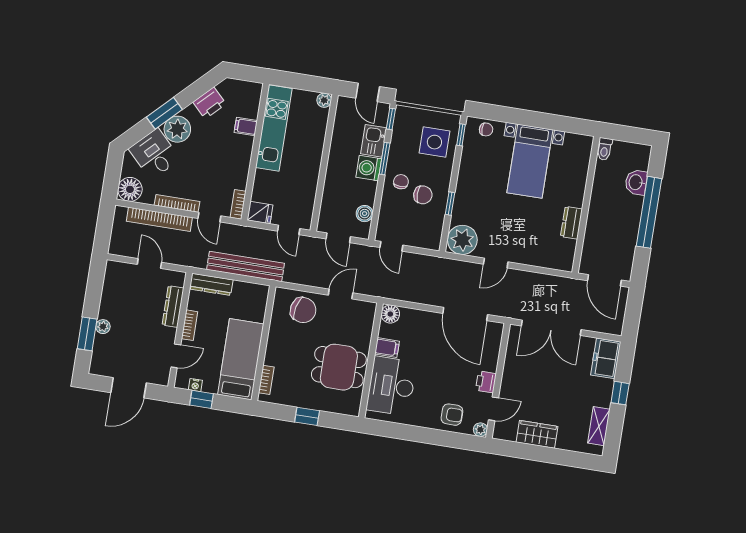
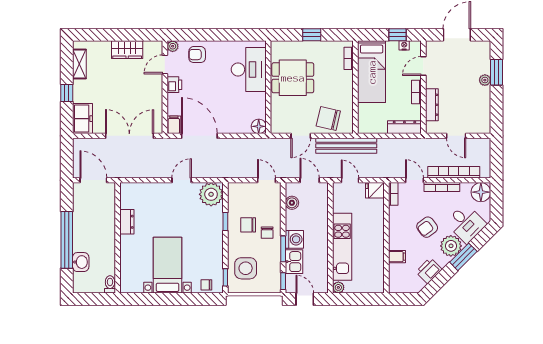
kitchen unit: (274, 128) -> (342, 247), moved, turned 180
armchair: (203, 157) -> (427, 227), added
bench: (245, 266) -> (346, 146), moved
filing cabinet: (387, 348) -> (174, 125), moved, turned 90

